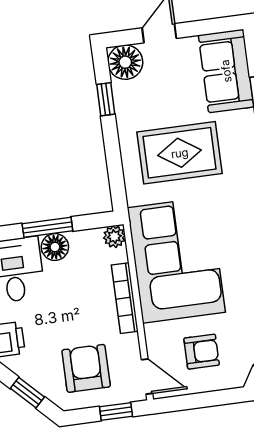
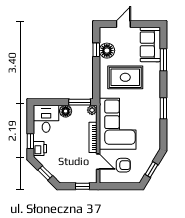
floor lamp: (125, 62) -> (107, 51), moved
window: (47, 227) -> (80, 102), moved
armchair: (86, 368) -> (72, 166), removed
door: (147, 376) -> (98, 162), moved

